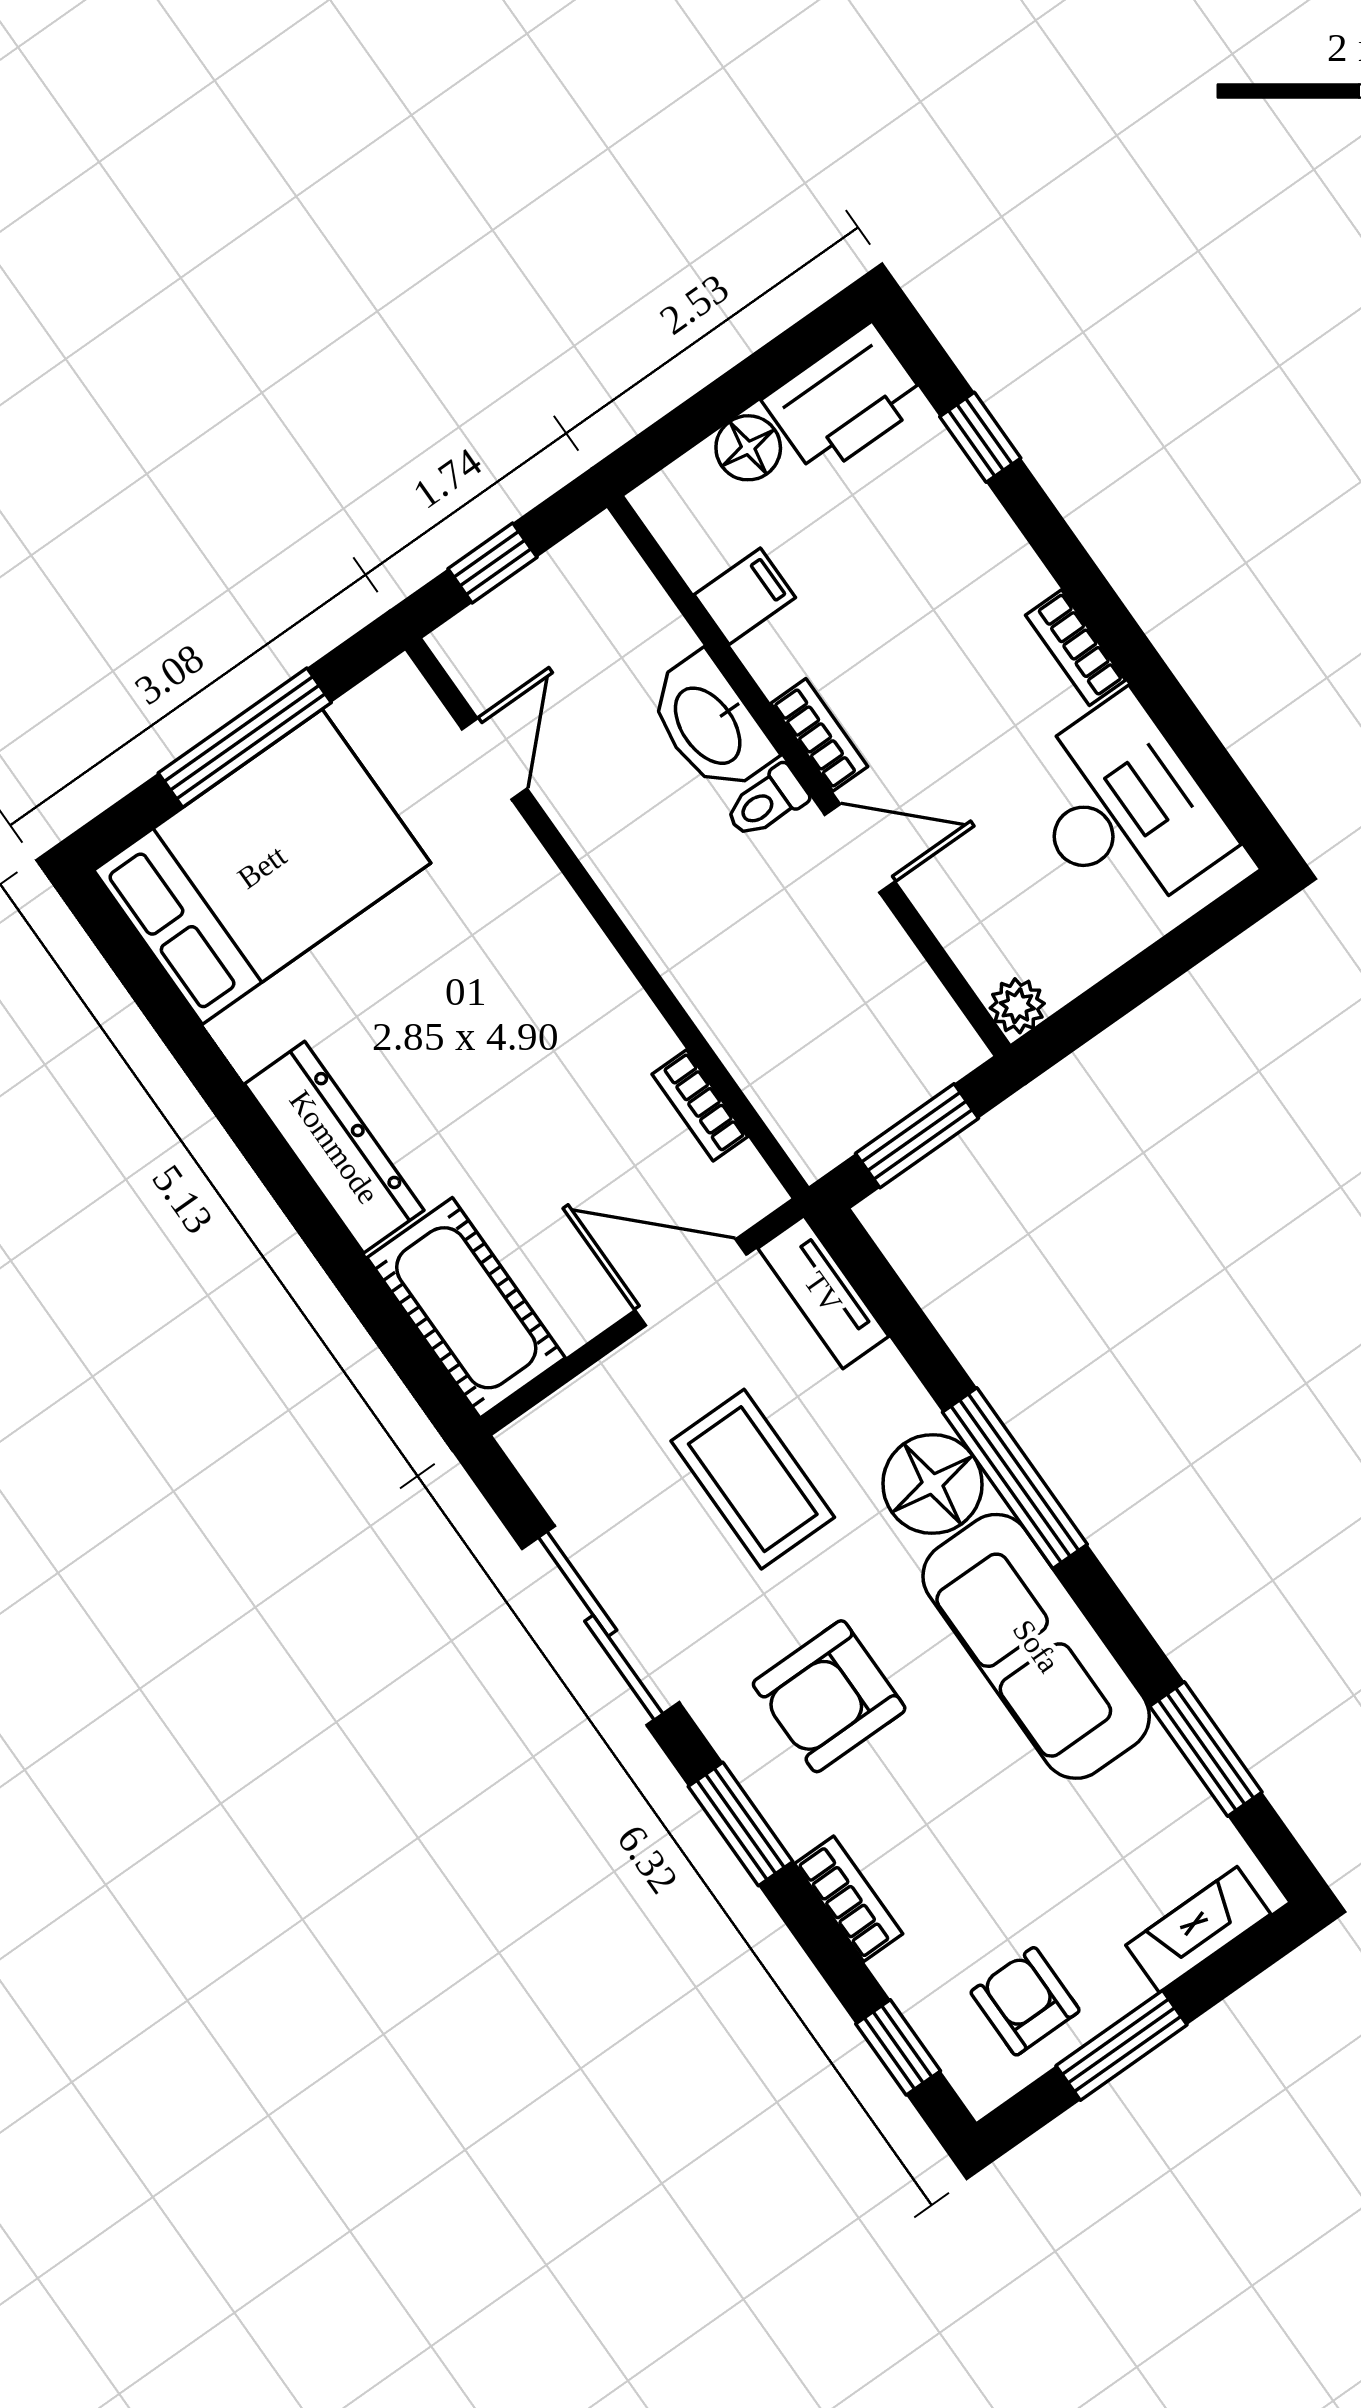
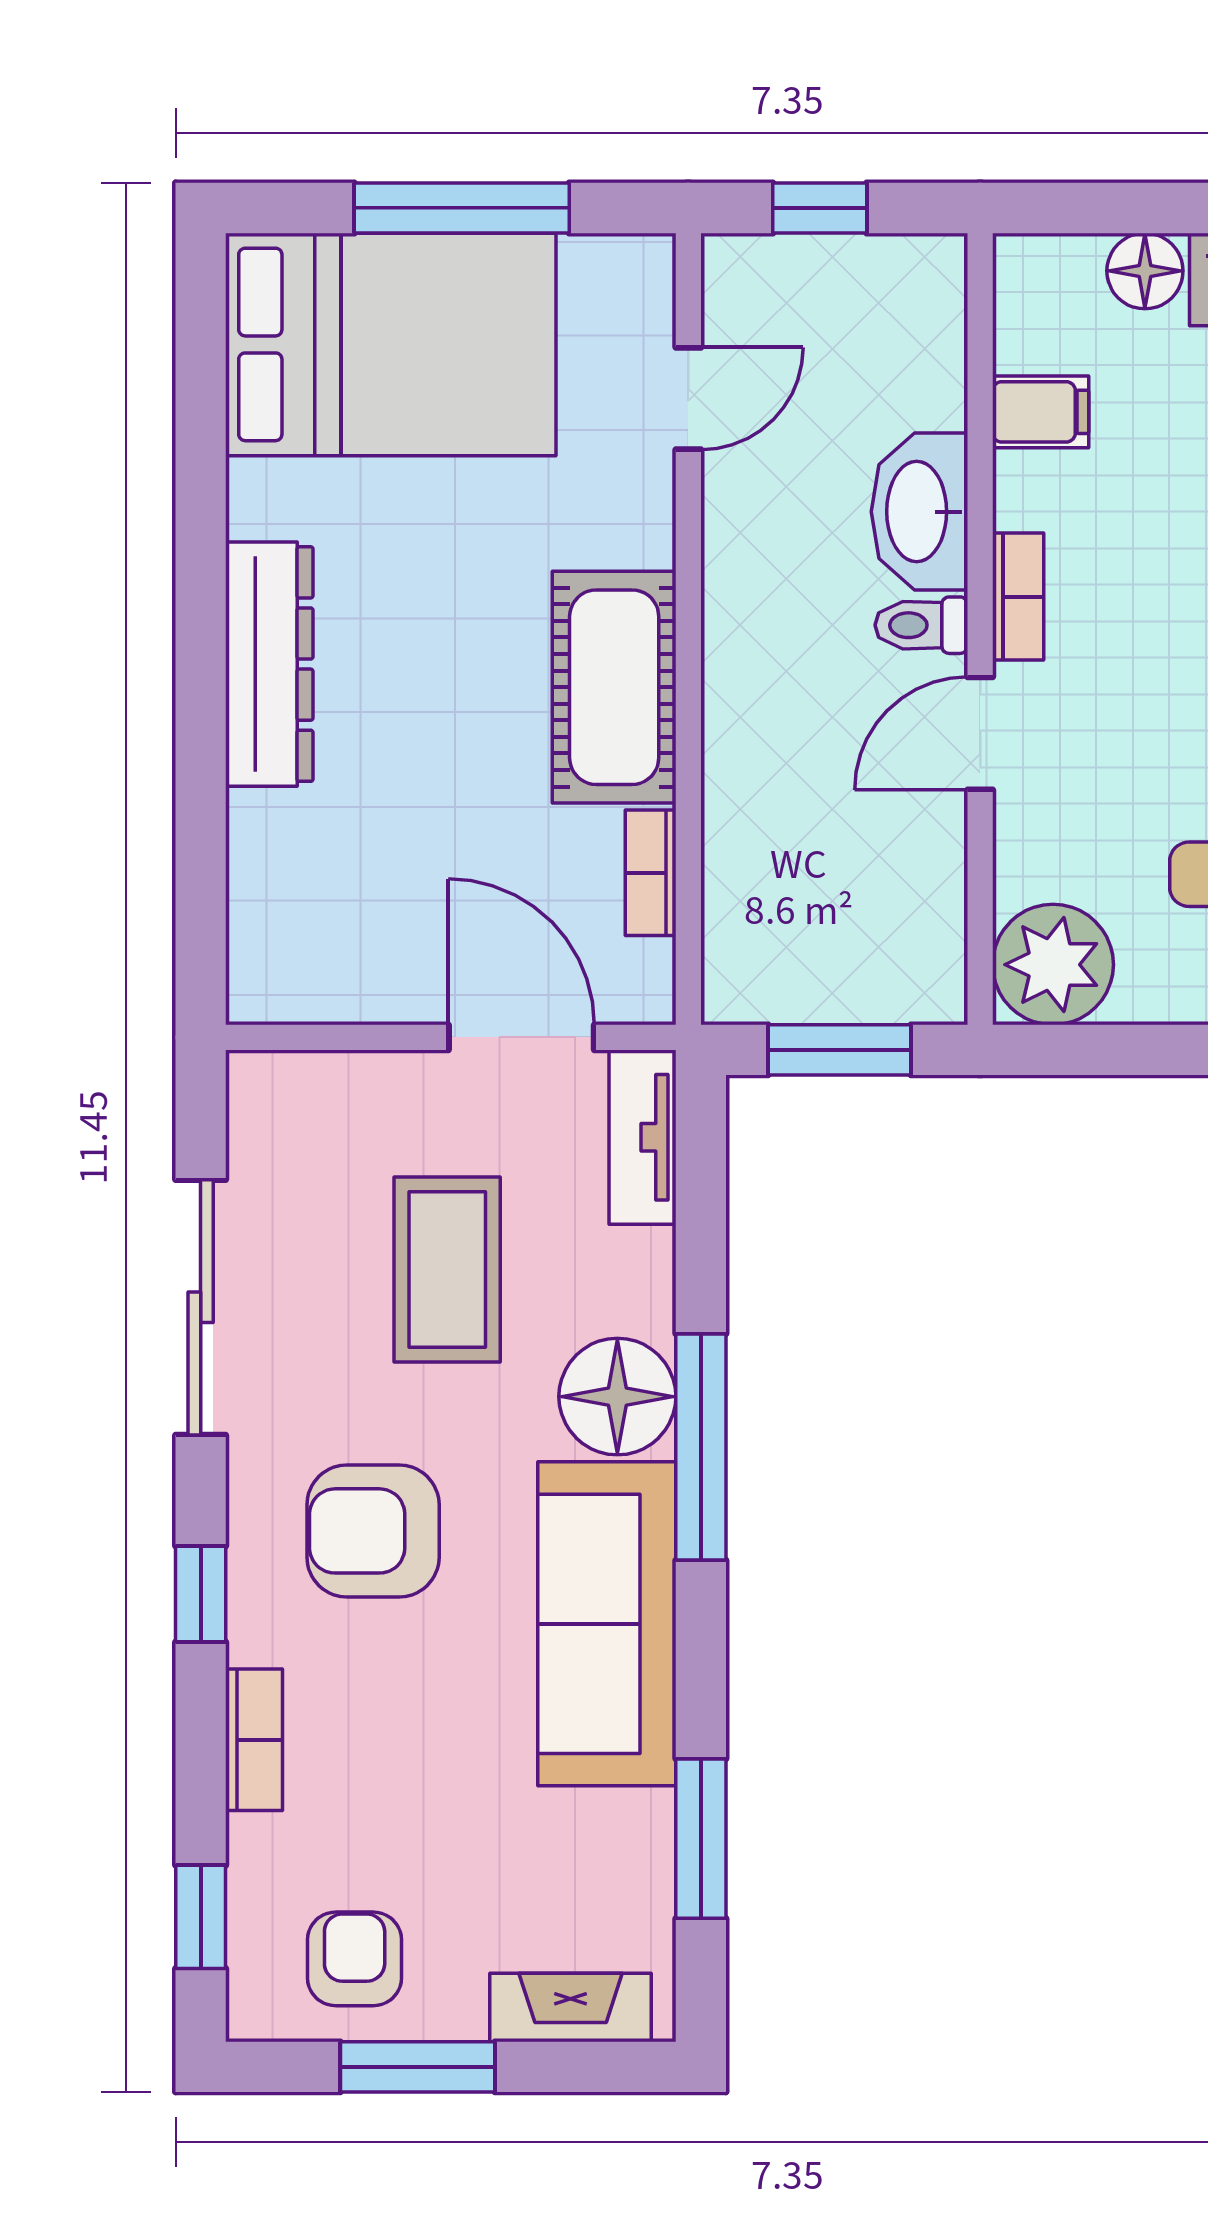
door: (860, 848) -> (980, 733), swing flipped
plant: (1017, 1006) -> (1053, 965), width x1.88, depth x1.88
cot: (466, 1308) -> (614, 687), moved
window: (741, 1824) -> (201, 1594), width x0.67

